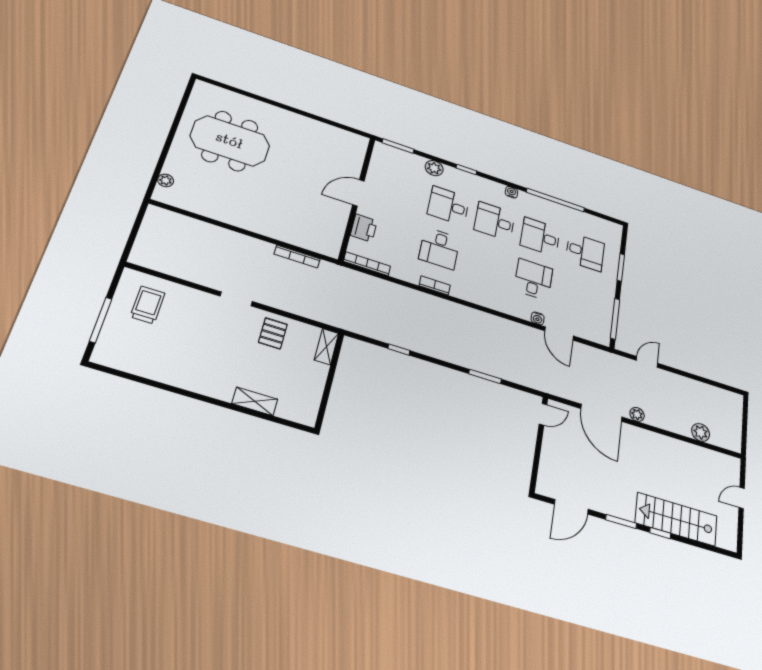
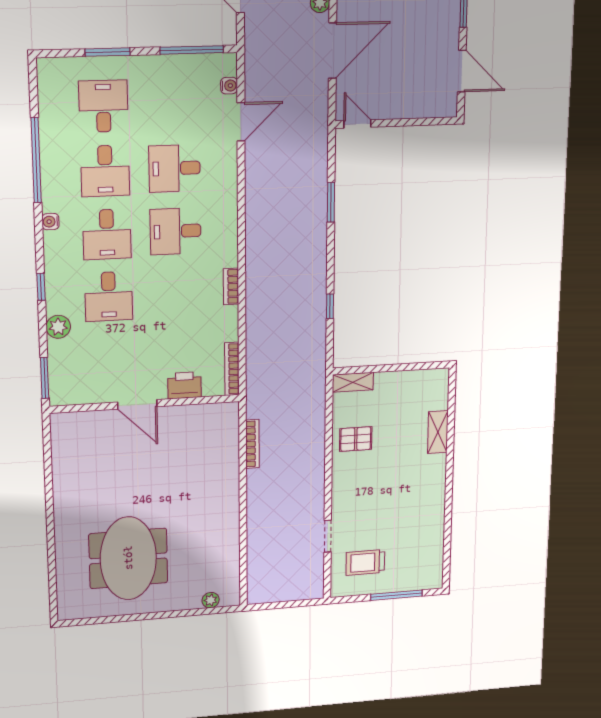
desk: (439, 248) -> (176, 231), moved, turned 180
doorway: (236, 299) -> (328, 536), moved
water cooler: (538, 318) -> (229, 86), moved

